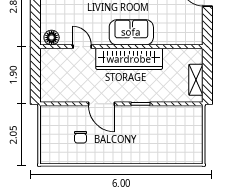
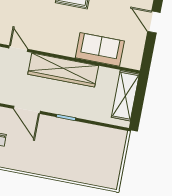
sofa: (131, 32) -> (100, 49), moved
shelving: (196, 80) -> (125, 96), width x1.50, depth x1.33

